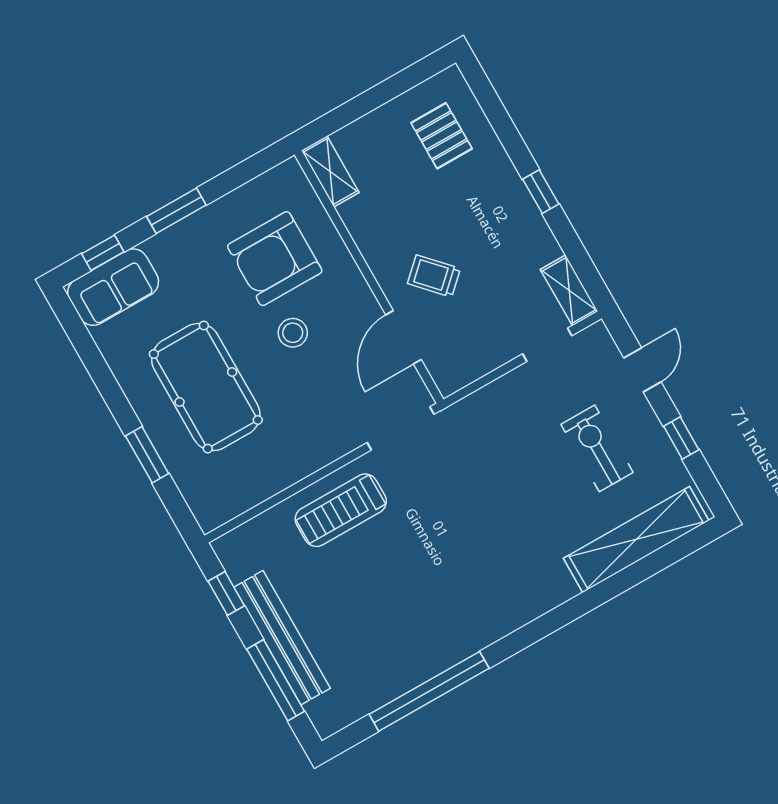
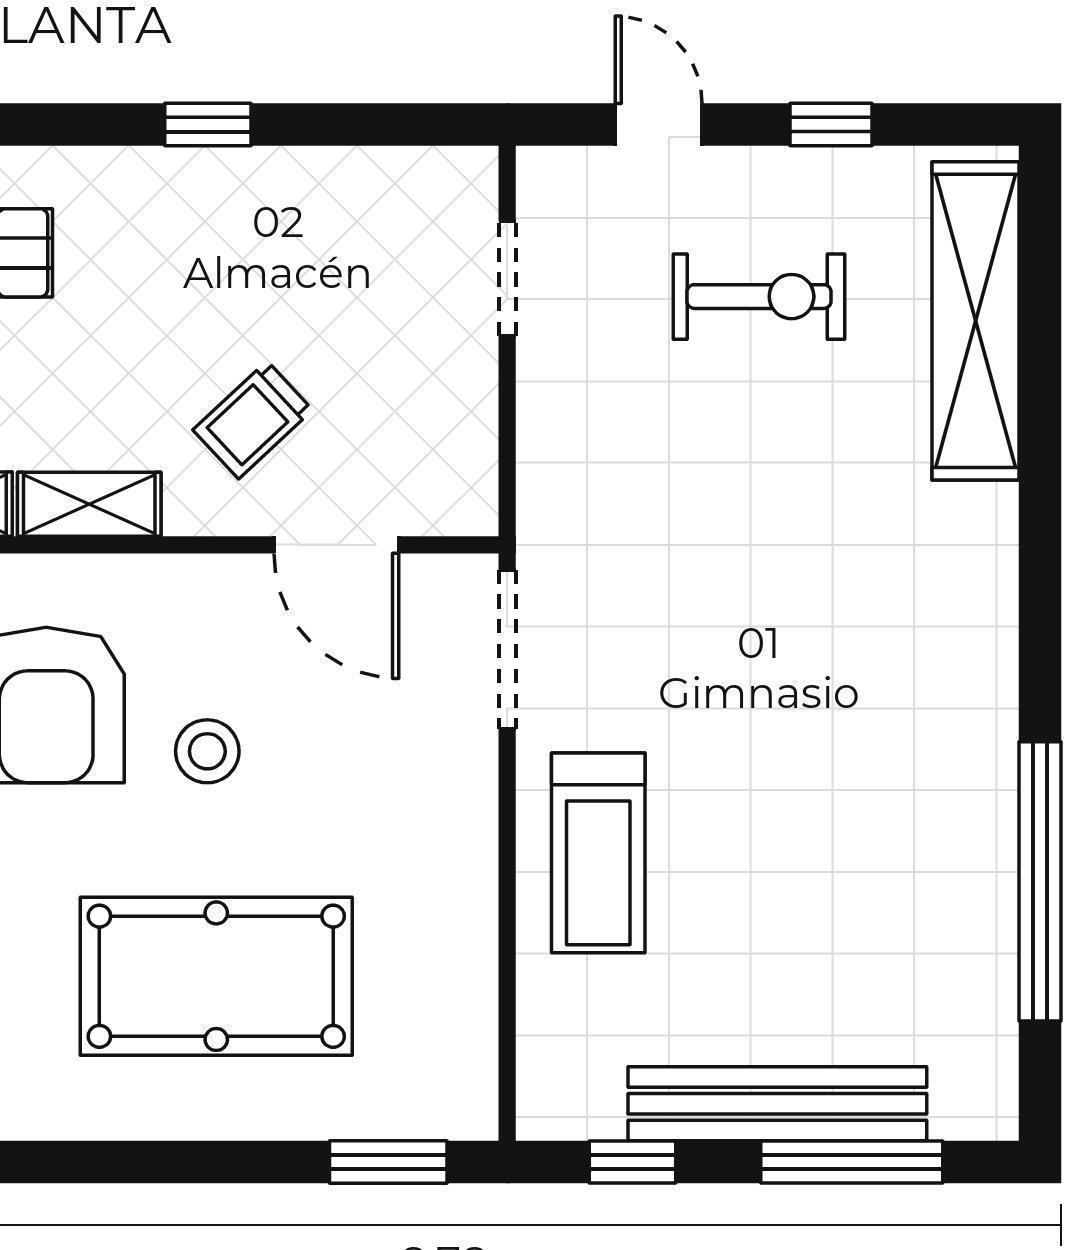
shelving: (569, 290) -> (89, 504), moved
exercise bike: (597, 448) -> (759, 297), turned 180
window: (147, 455) -> (388, 1162), moved

